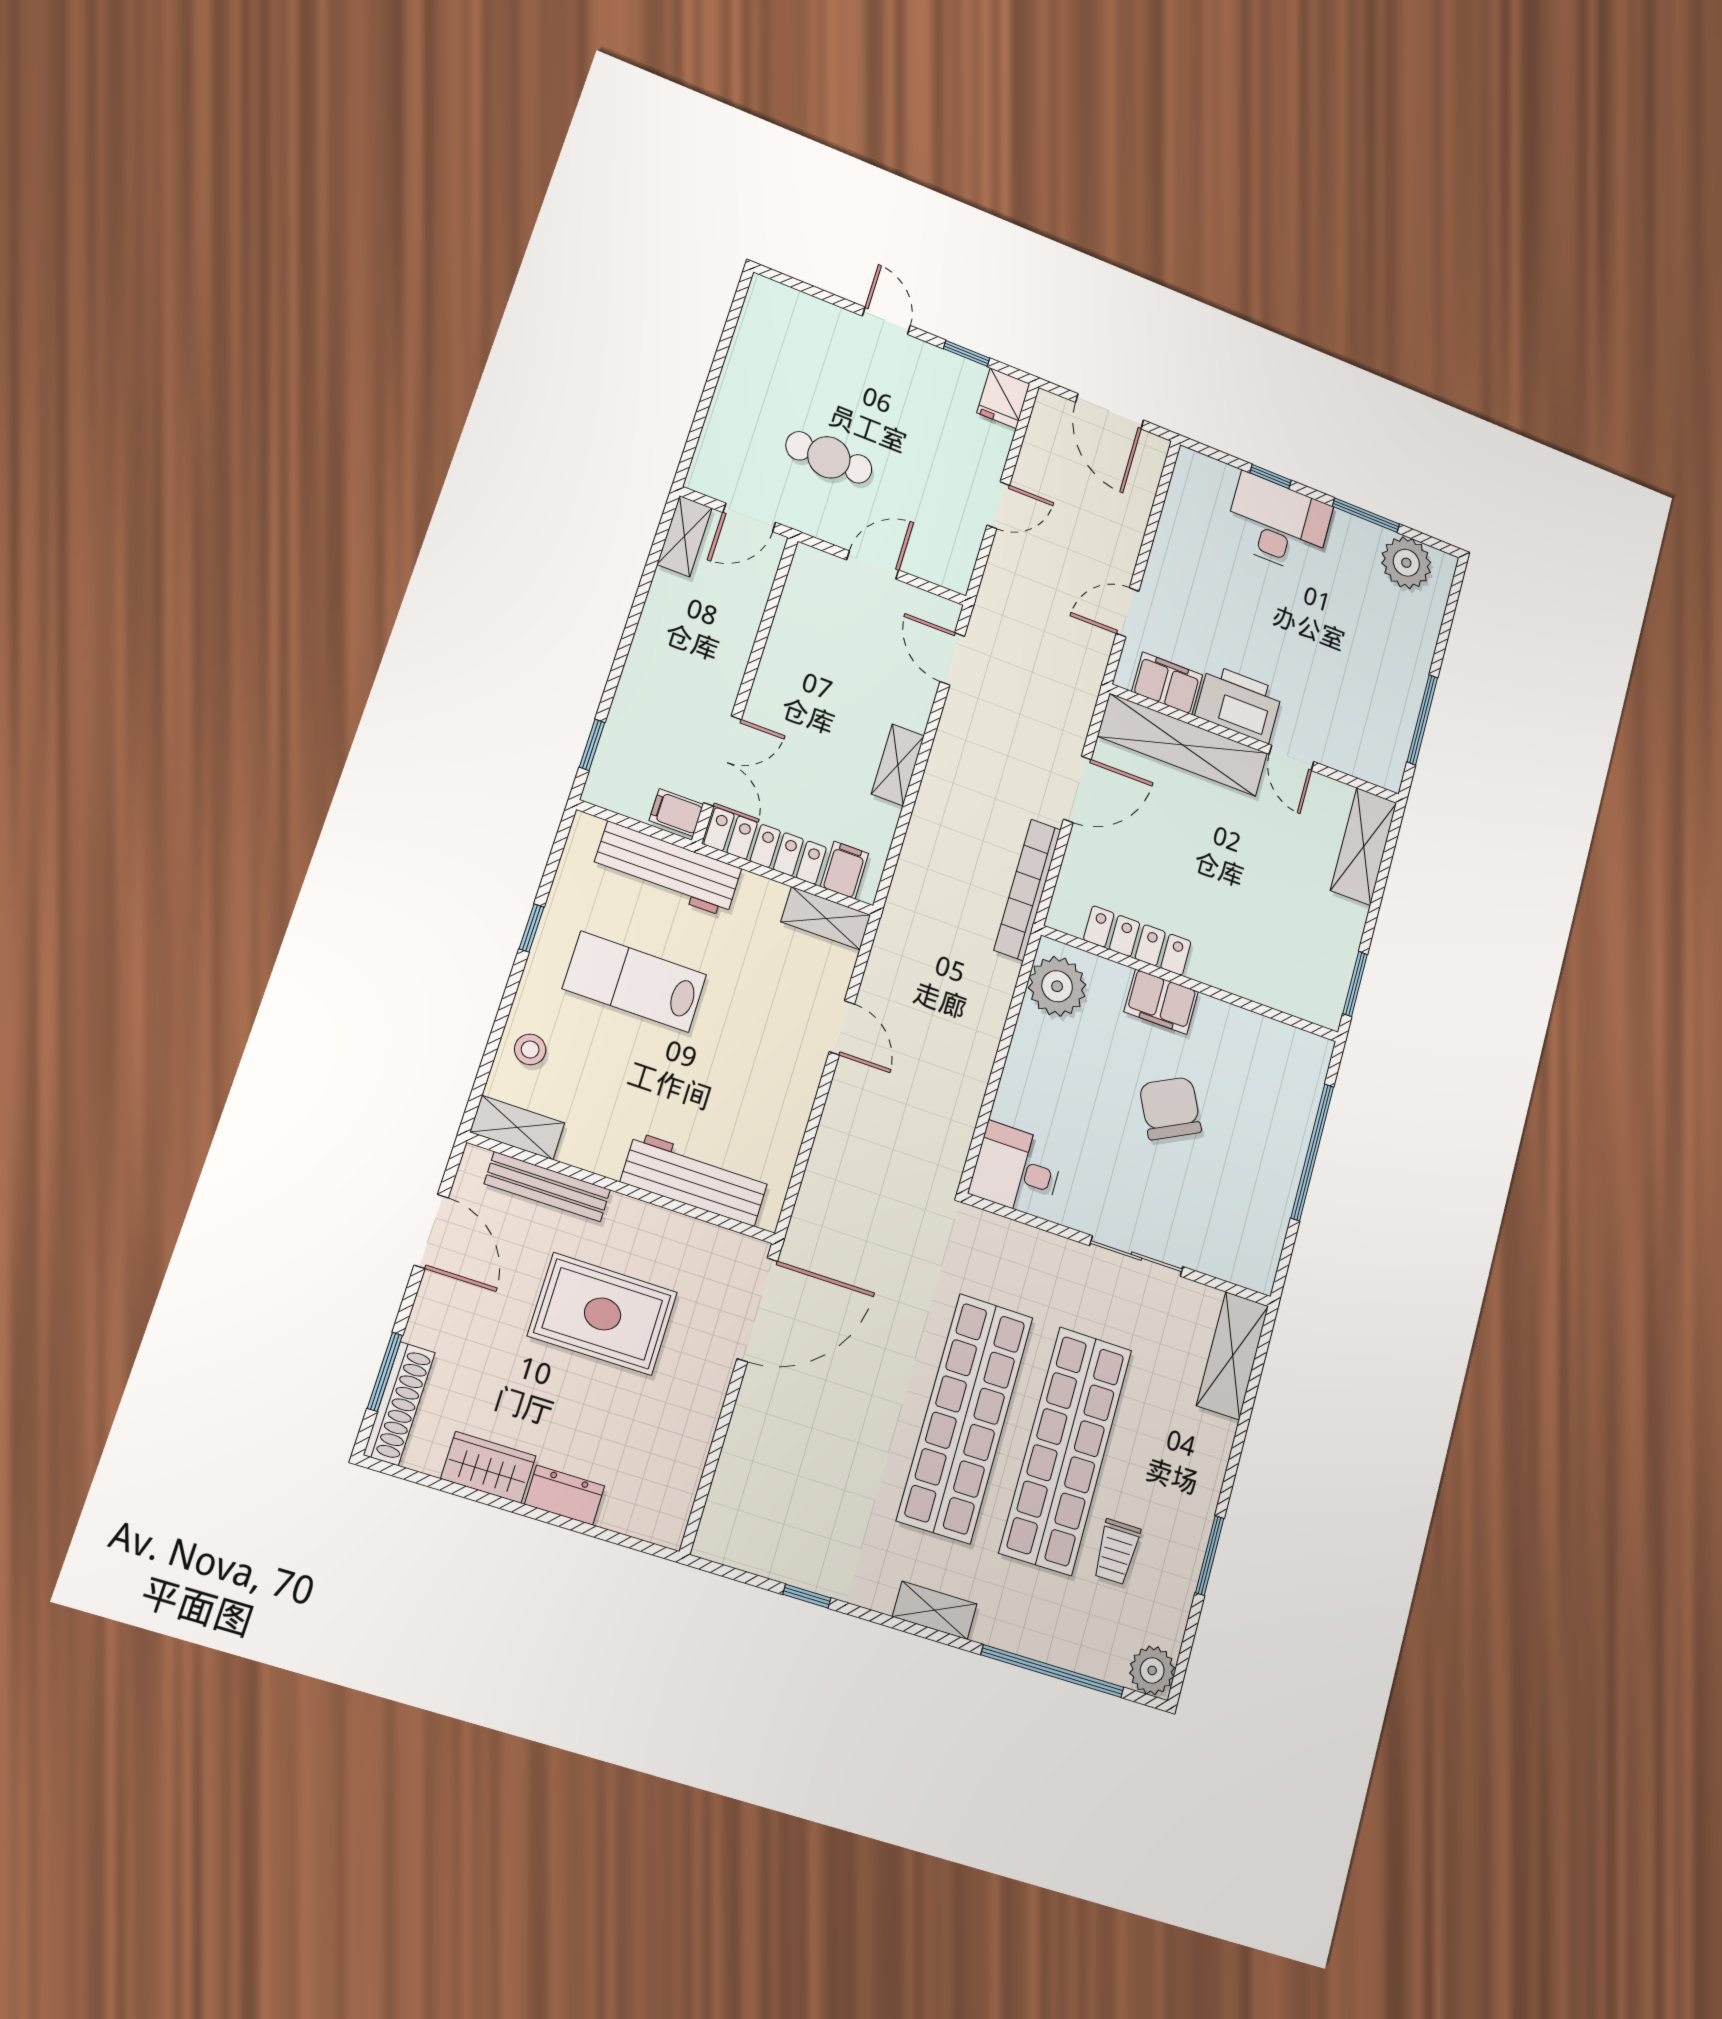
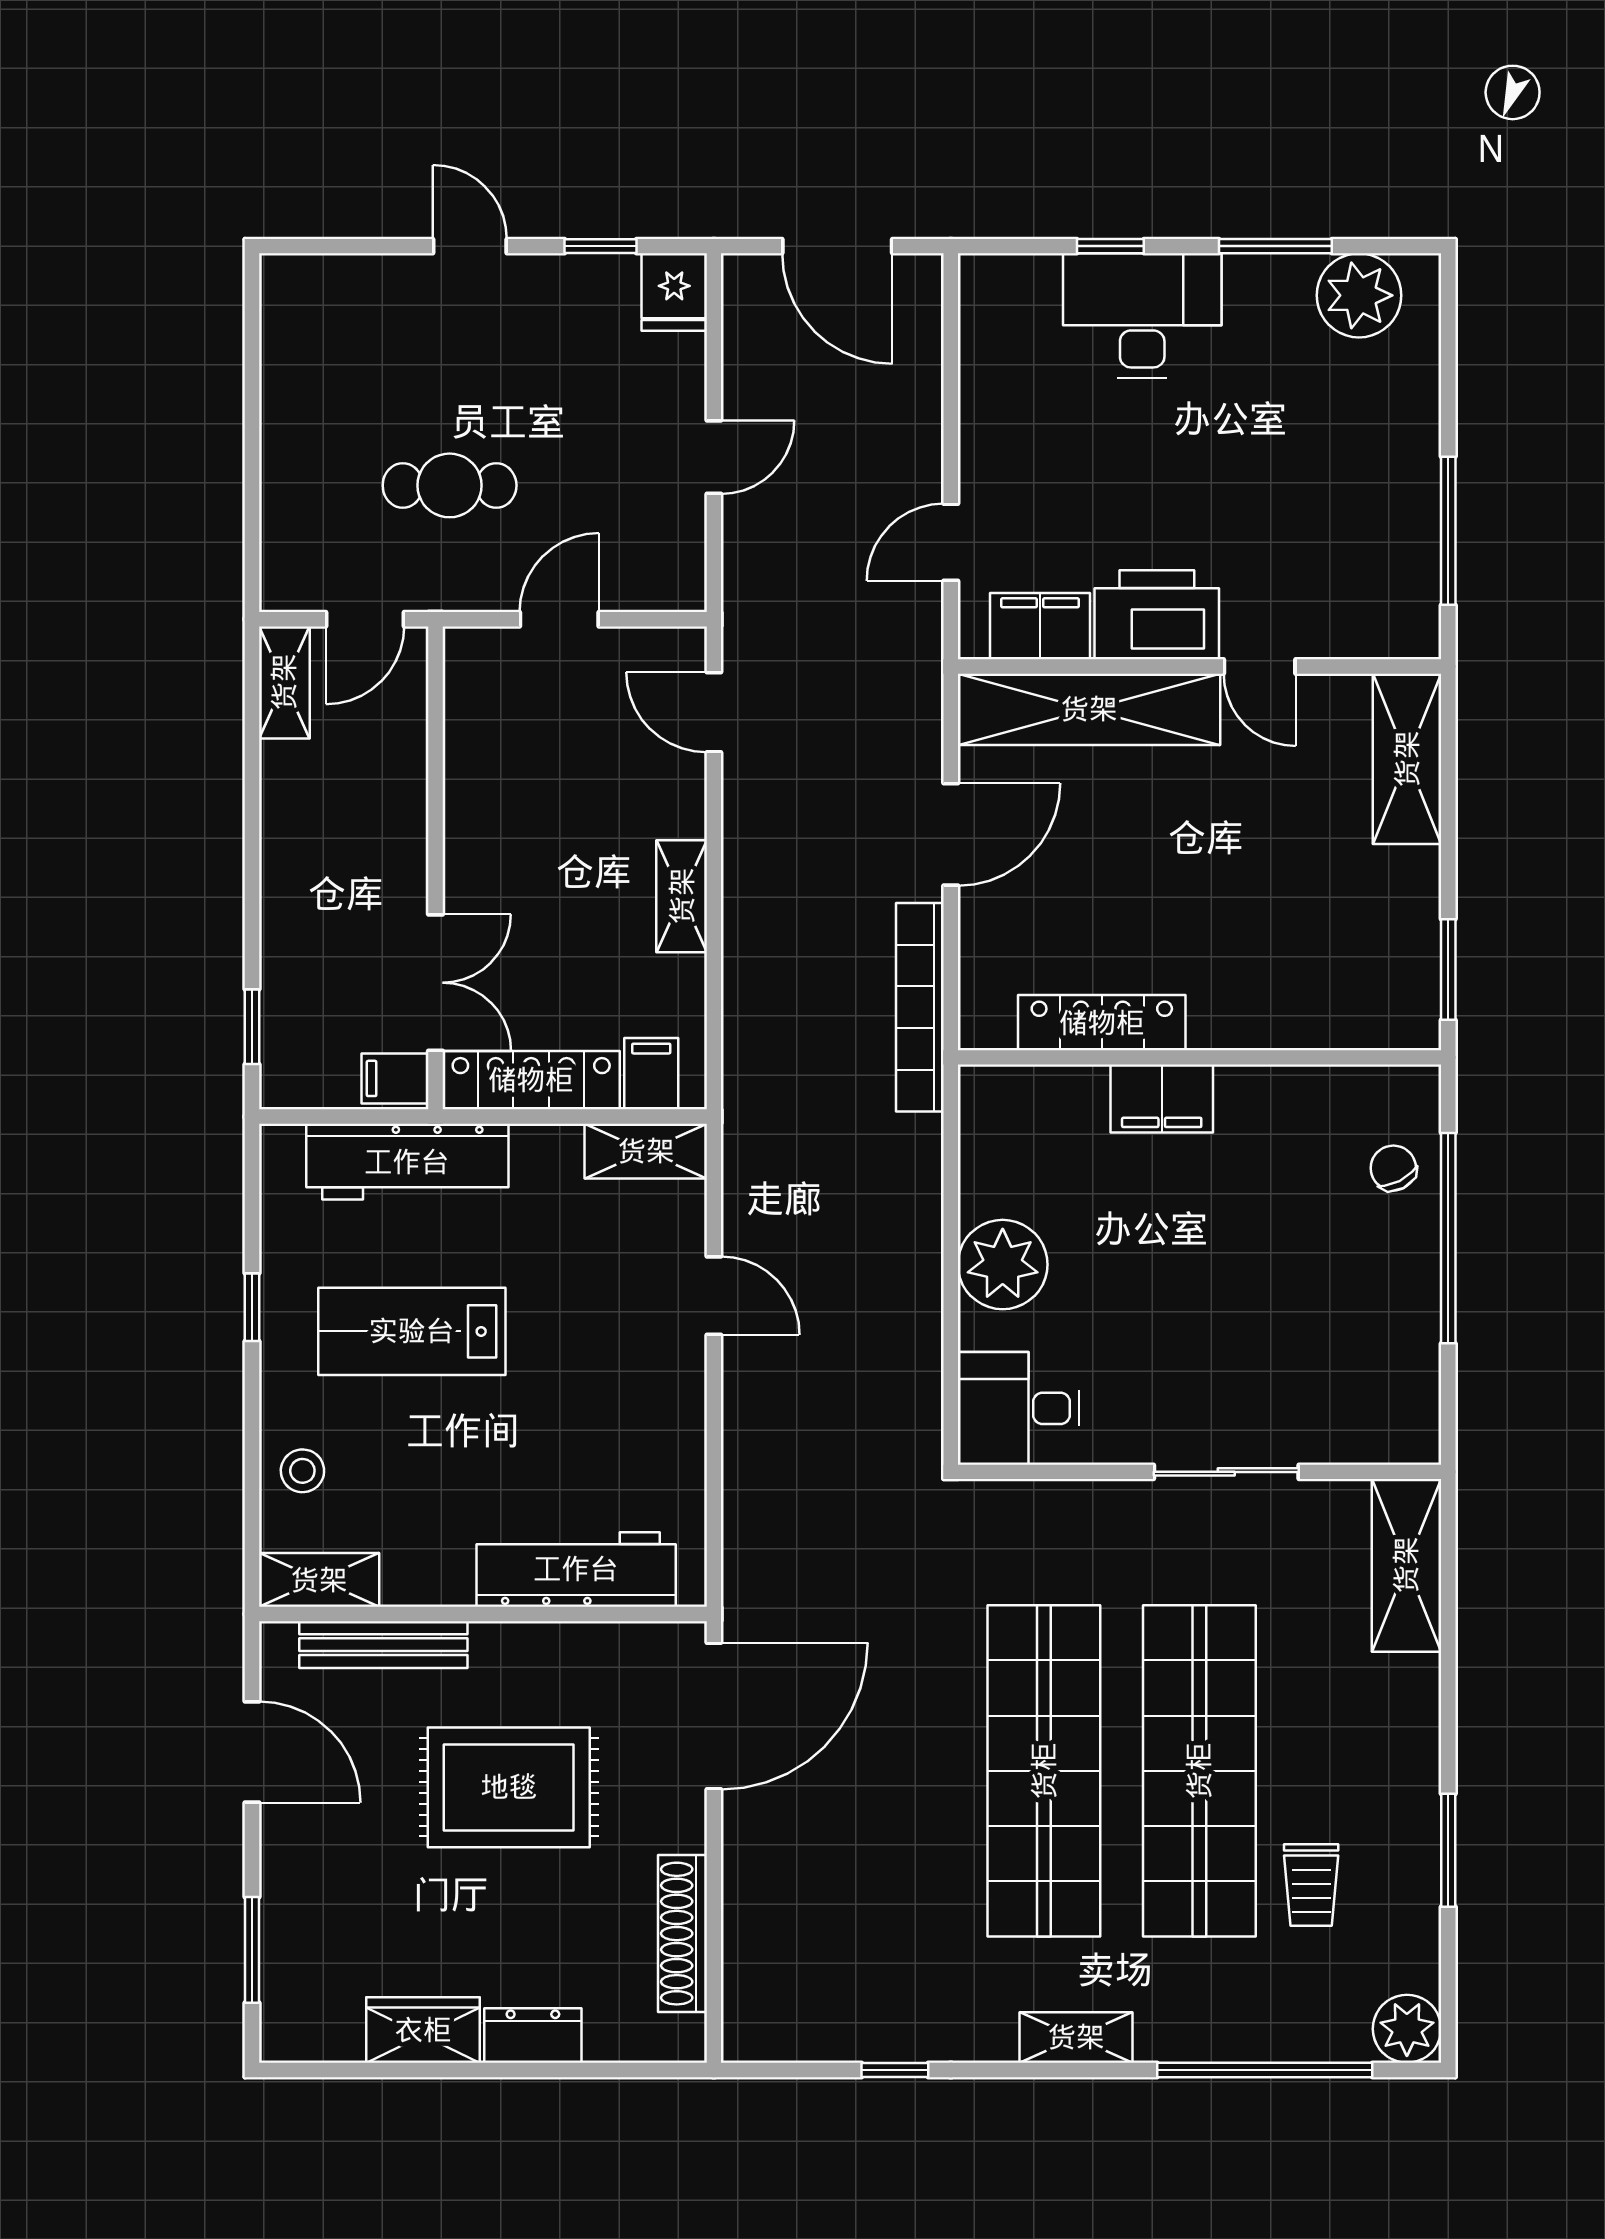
plant: (1057, 986) -> (1003, 1265), moved
chair: (1170, 1108) -> (1393, 1168), moved, width x0.54, depth x0.54
shoe rack: (399, 1404) -> (683, 1934), moved, turned 180

